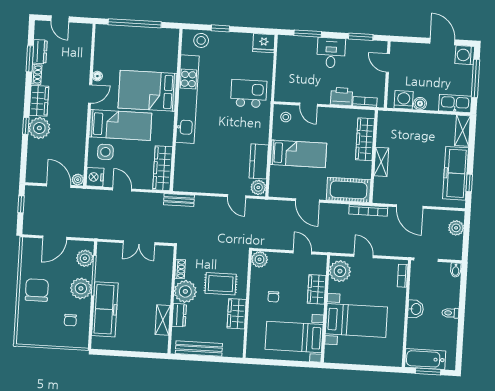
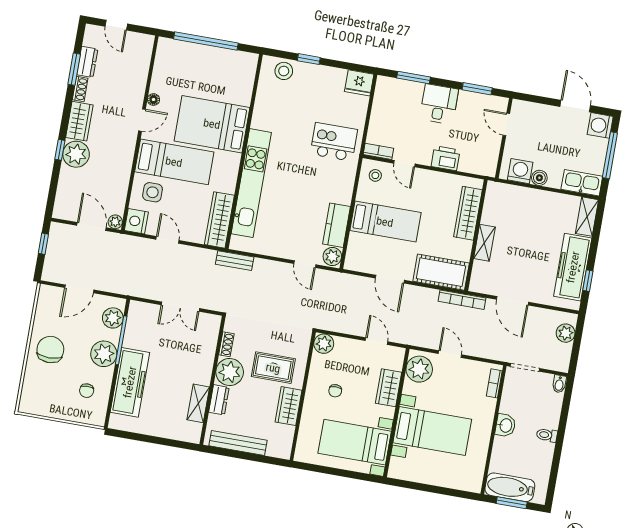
kitchen unit: (187, 99) -> (251, 183), moved
bookcase: (365, 102) -> (378, 151), moved

